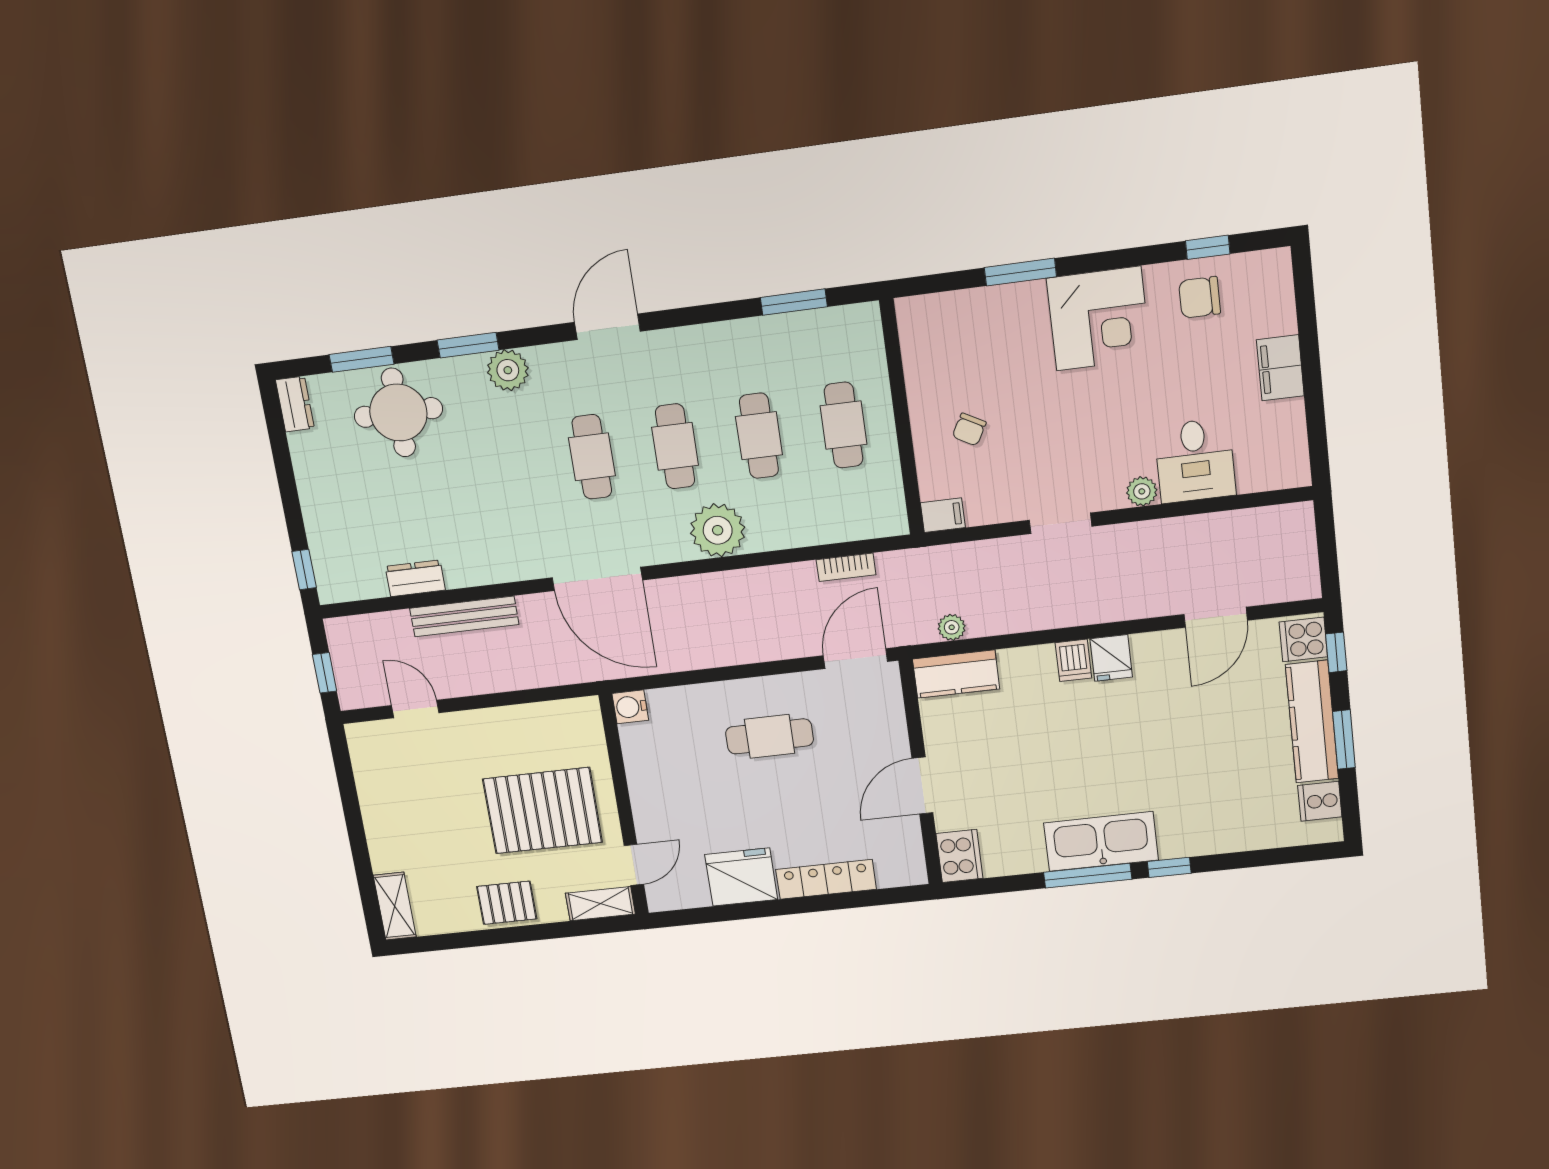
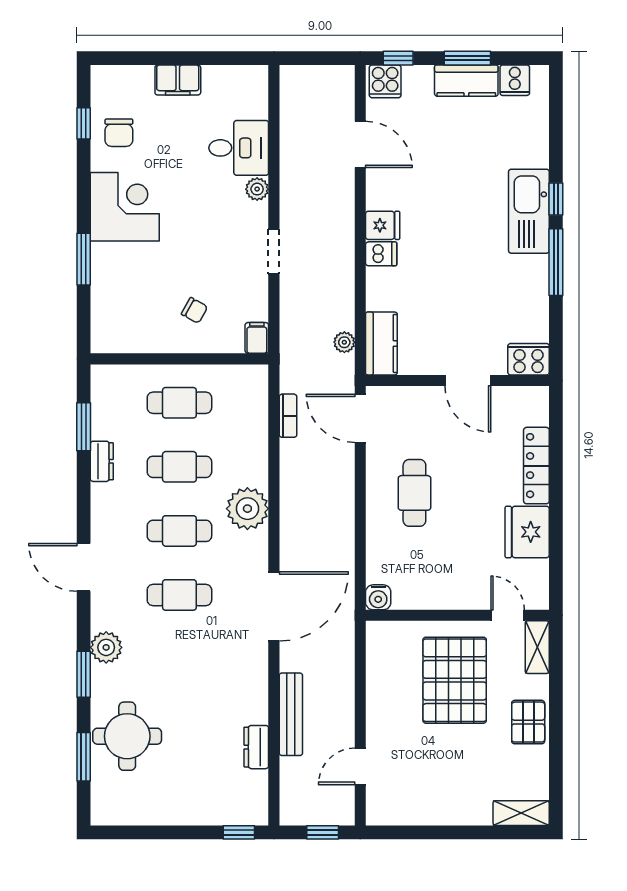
dresser: (295, 404) -> (102, 461), moved, turned 90
kitchen counter: (1312, 722) -> (466, 81), width x0.67
kitchen sink: (1101, 842) -> (529, 211), moved

